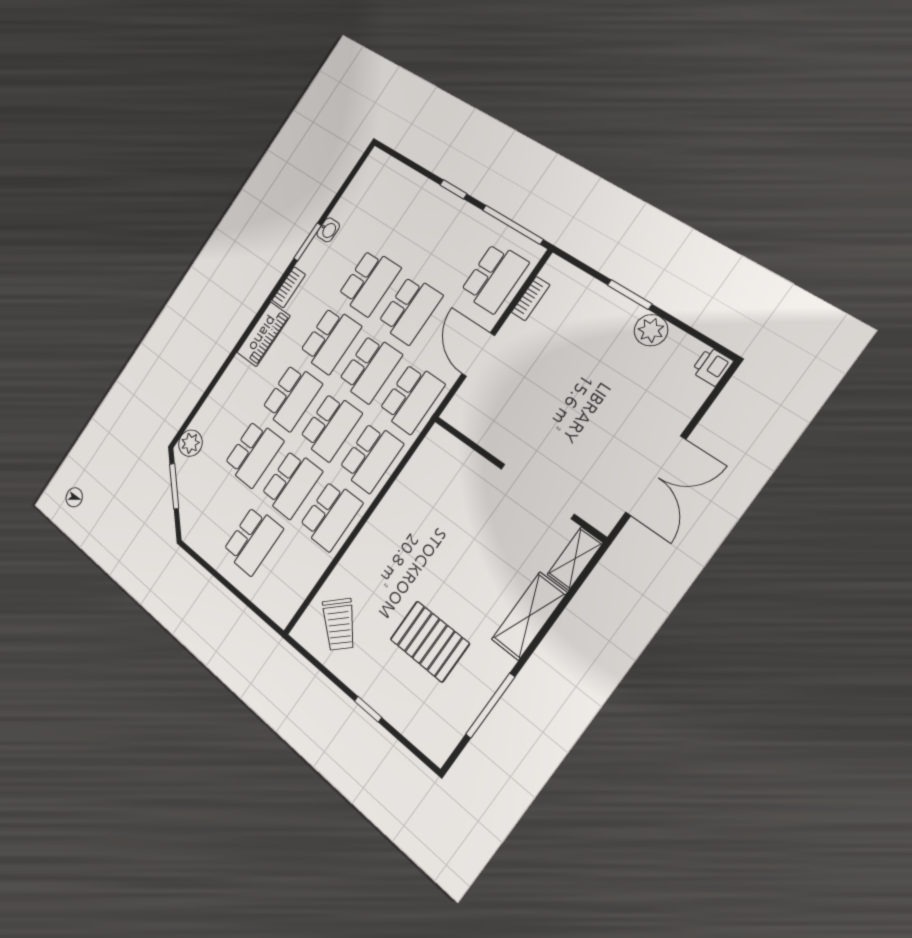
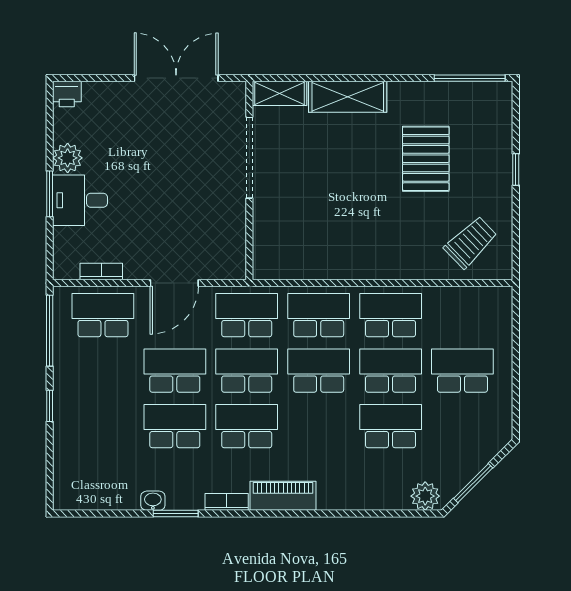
desk: (605, 318) -> (80, 200), added
school desk: (292, 397) -> (319, 426), removed
window: (490, 706) -> (470, 78), moved

